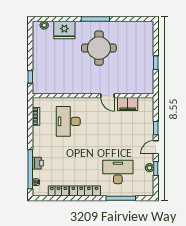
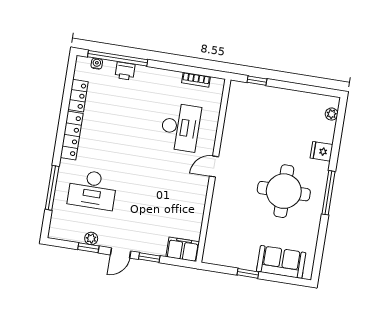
fridge: (64, 30) -> (322, 151), width x0.53, depth x0.75
sofa: (145, 42) -> (281, 262), added
door: (108, 96) -> (214, 167), moved
filing cabinet: (128, 104) -> (183, 249), moved, turned 90
desk: (68, 121) -> (181, 127), turned 90
door: (156, 147) -> (120, 253), swing flipped
desk: (118, 172) -> (92, 190), turned 90

